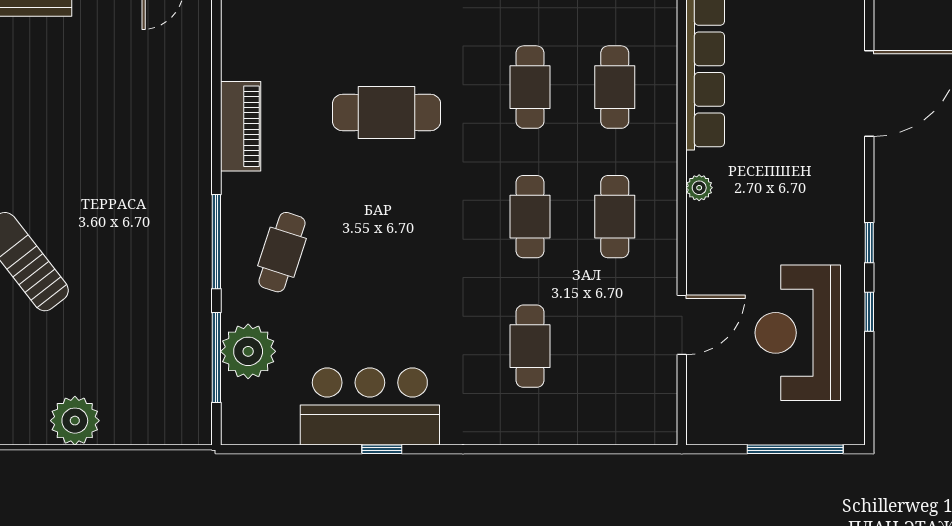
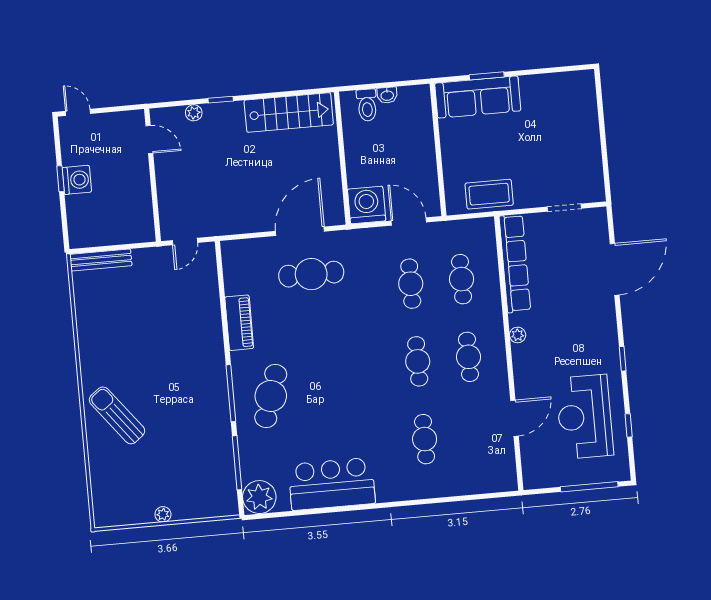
cafe table: (387, 112) -> (311, 274), moved
cafe table: (282, 252) -> (271, 396), width x1.37, depth x1.35
window: (869, 312) -> (629, 425), moved
plant: (248, 351) -> (259, 497), moved
plant: (75, 421) -> (163, 514), width x0.53, depth x0.53
window: (382, 449) -> (341, 509), removed

